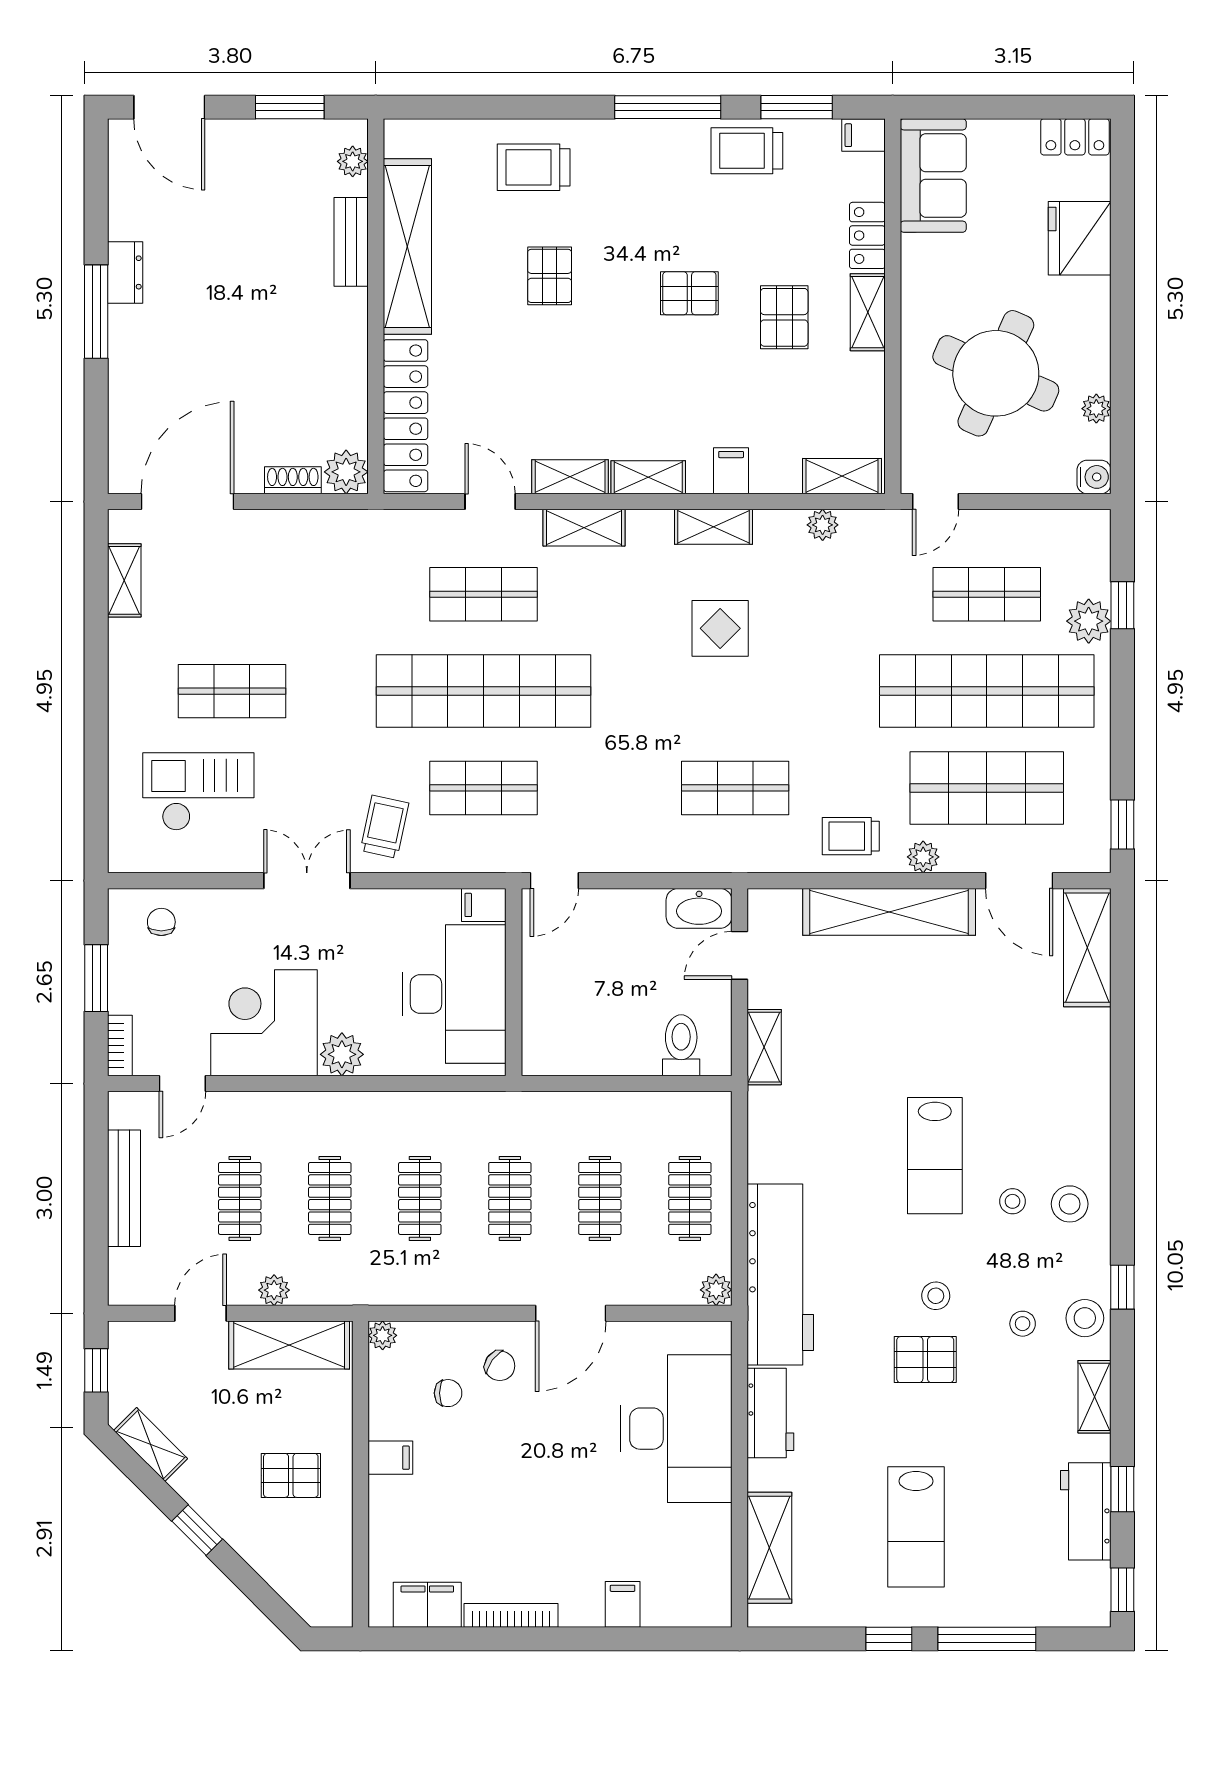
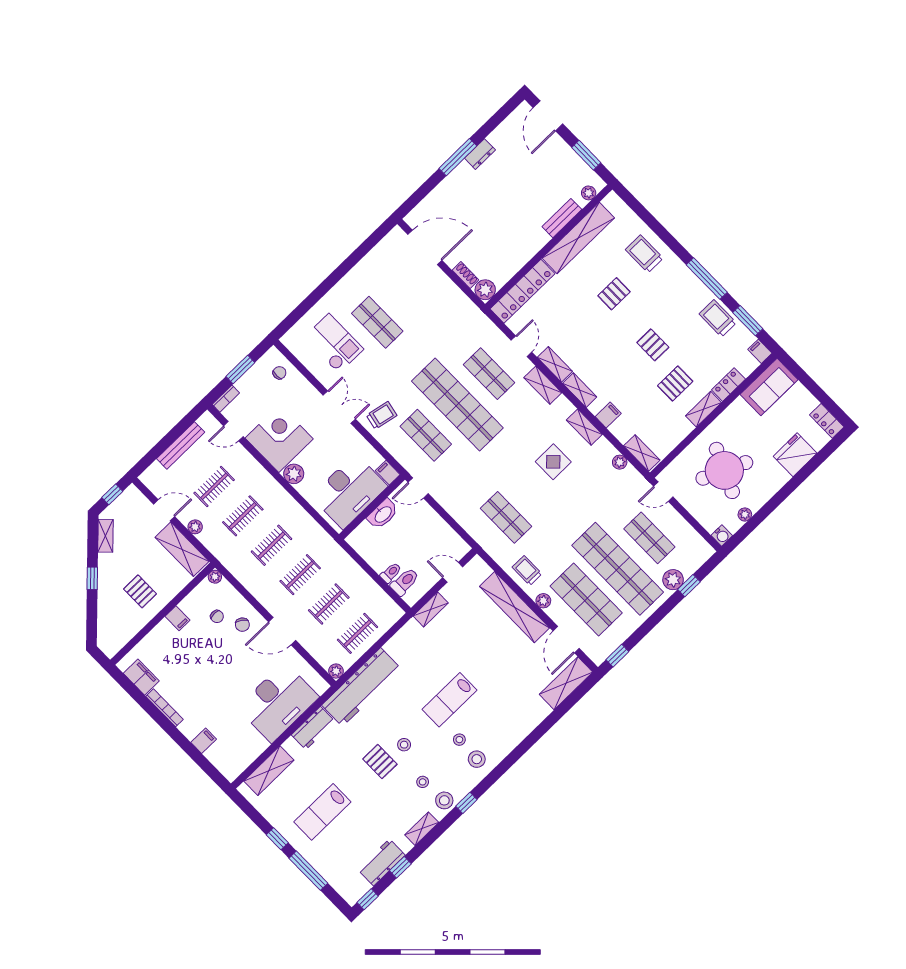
shelving: (124, 580) -> (379, 252), removed
washbasin: (699, 908) -> (383, 514), moved, turned -90
toilet: (646, 1053) -> (391, 573), added

